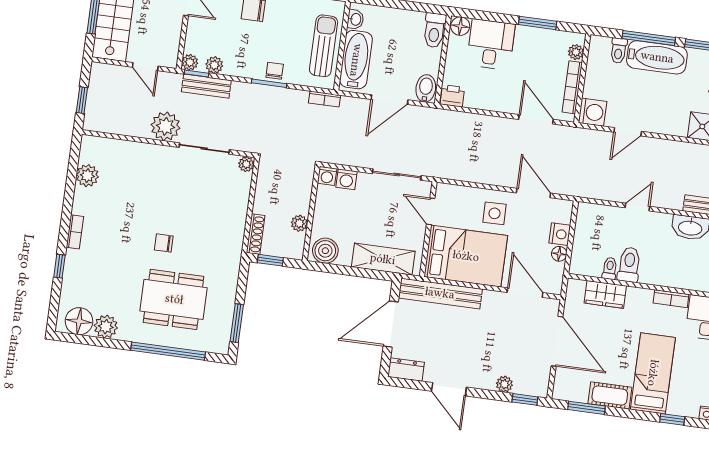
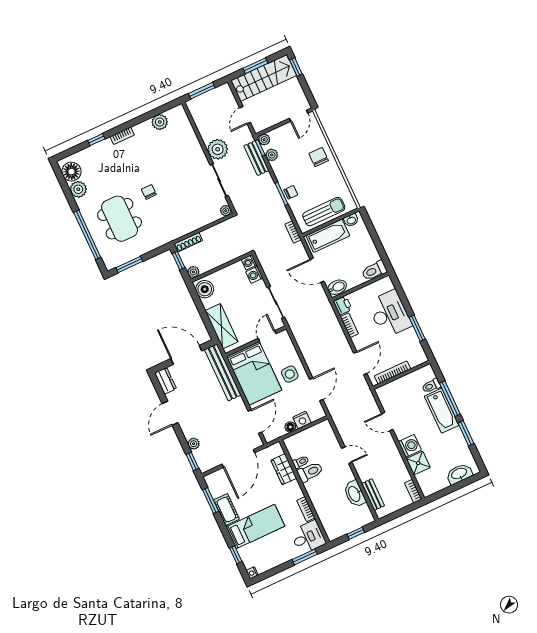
floor lamp: (460, 26) -> (386, 284), removed
desk: (491, 44) -> (389, 314), width x1.37
plant: (576, 52) -> (414, 361), removed
window: (82, 100) -> (202, 91), width x1.50
bookcase: (481, 103) -> (349, 325), added
washing machine: (593, 112) -> (410, 446), moved, turned -90
plant: (299, 223) -> (193, 272), moved

